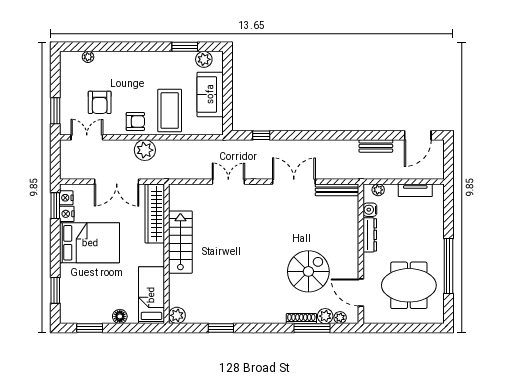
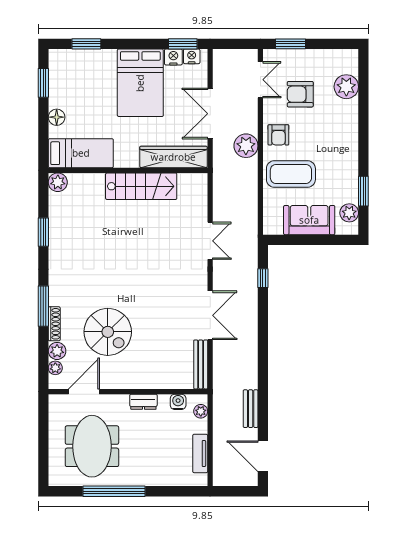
plant: (88, 57) -> (346, 87), width x1.88, depth x1.88
dresser: (370, 235) -> (143, 402), width x0.70
window: (312, 328) -> (43, 306), moved

